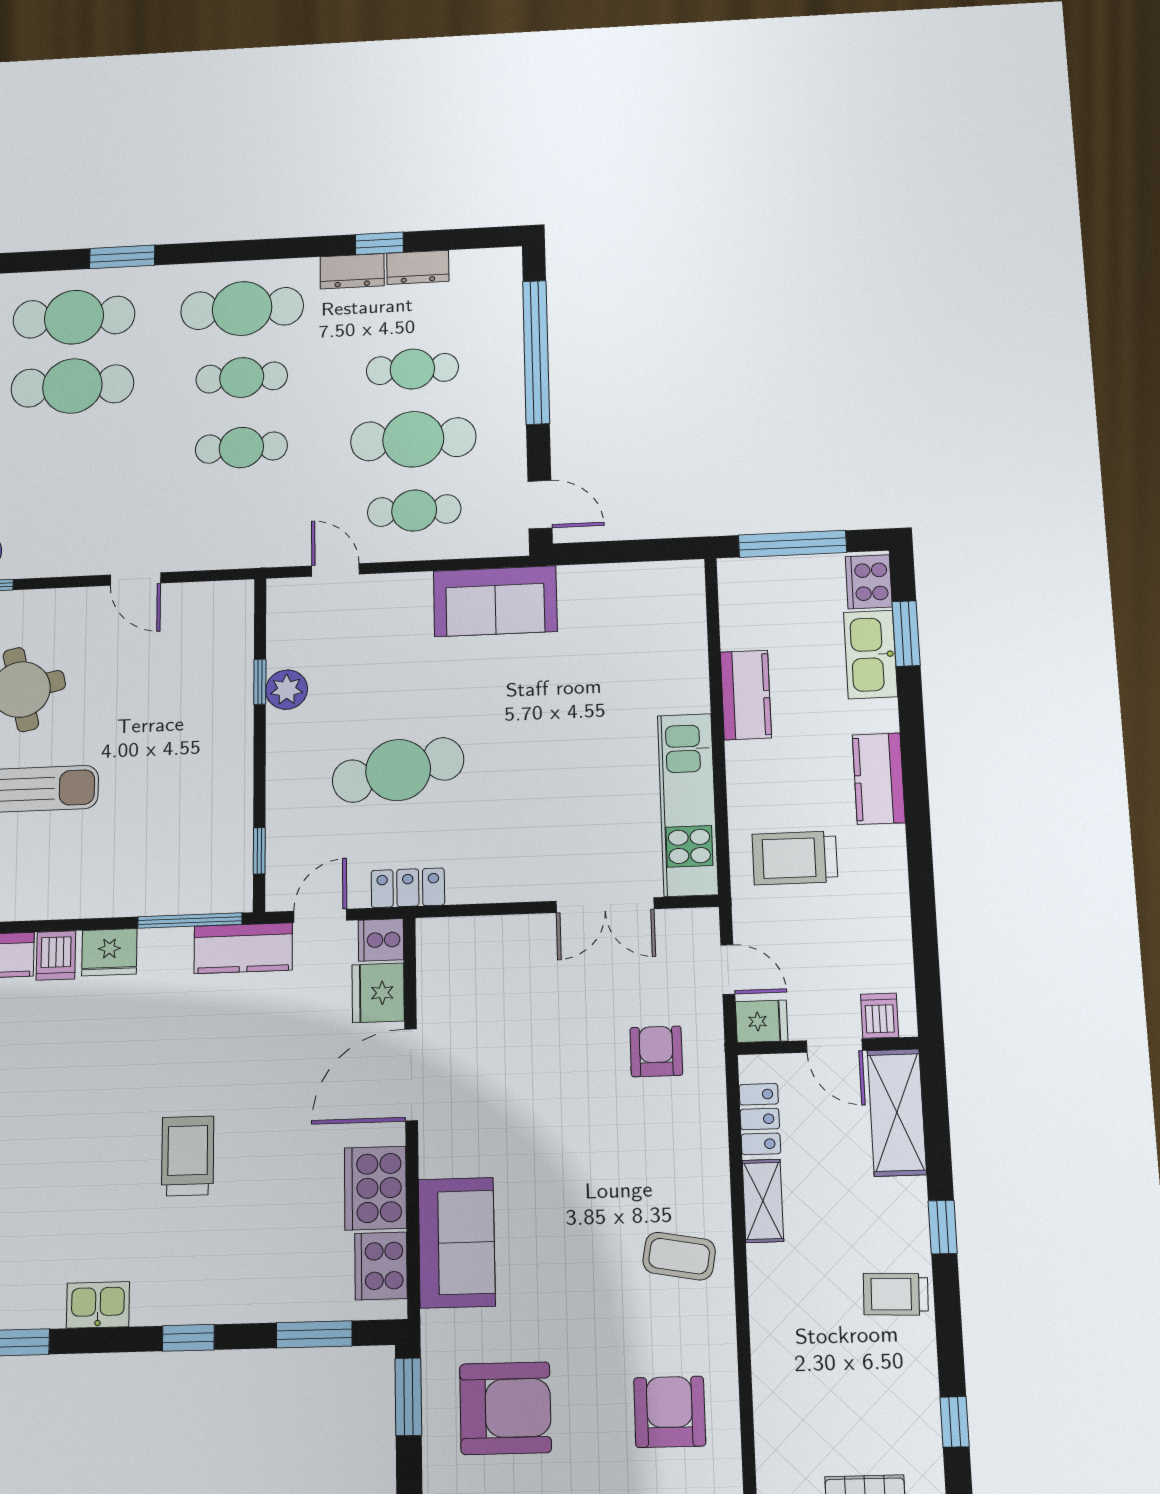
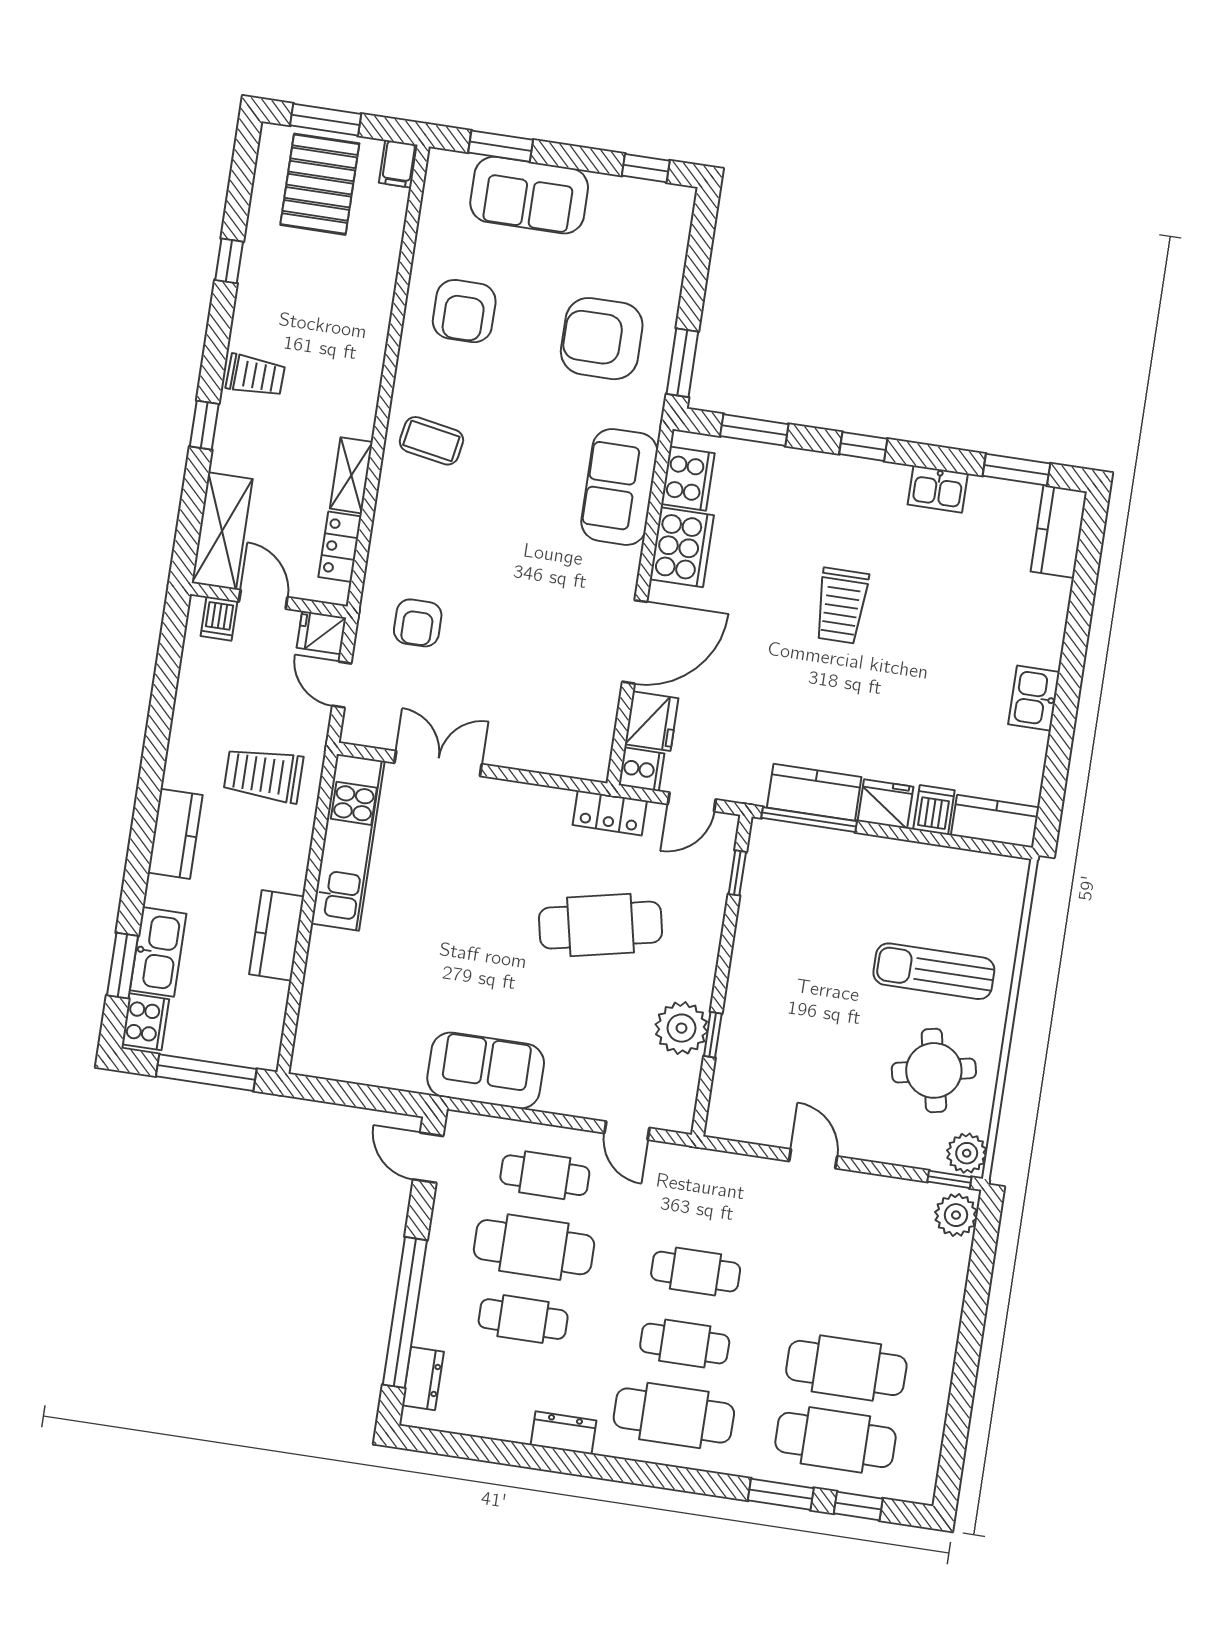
window: (379, 243) -> (858, 1506), moved
dresser: (418, 267) -> (423, 1379), moved, turned 90
plant: (287, 690) -> (682, 1028), width x1.36, depth x1.36
trolley: (795, 858) -> (263, 775), turned 180
kitchen counter: (243, 948) -> (814, 792), moved

